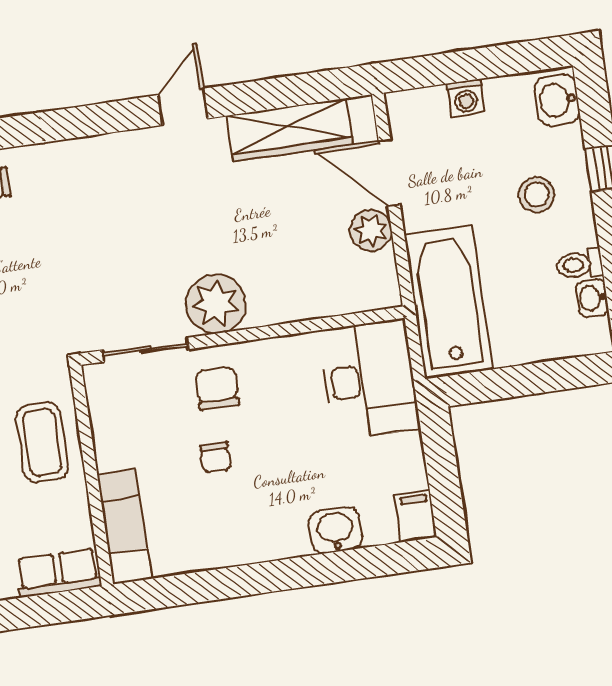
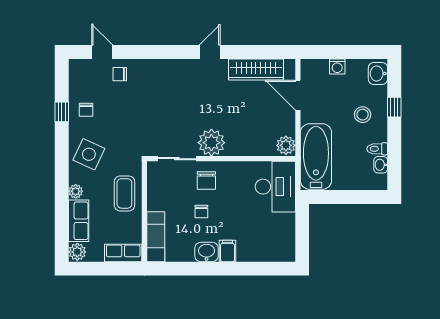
plant: (371, 230) -> (286, 145), moved
chair: (217, 388) -> (206, 180), turned 180
filing cabinet: (416, 516) -> (228, 251), moved
washbasin: (335, 530) -> (206, 252), moved

